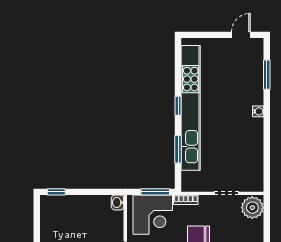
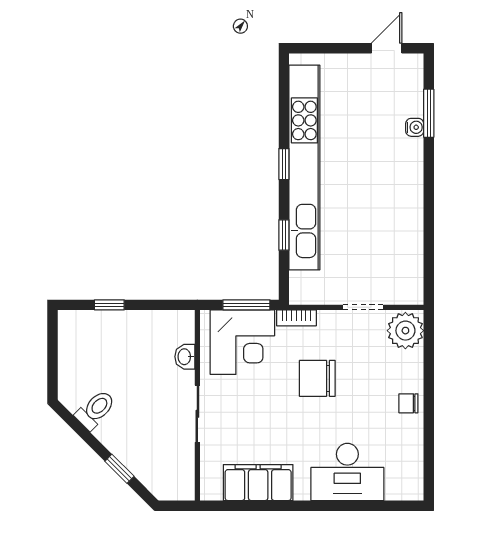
water cooler: (258, 111) -> (415, 127), moved
window: (178, 149) -> (284, 235), width x0.67
window: (56, 192) -> (109, 305), moved
washbasin: (118, 203) -> (185, 357), moved

